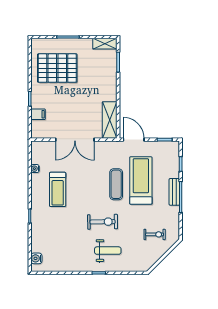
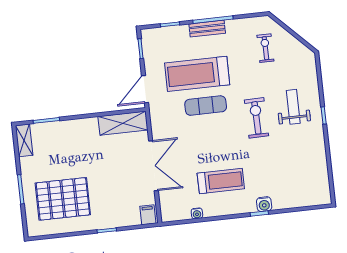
pallet: (57, 68) -> (63, 199), turned 90
filing cabinet: (38, 114) -> (148, 215), moved
water cooler: (36, 258) -> (264, 204), moved

